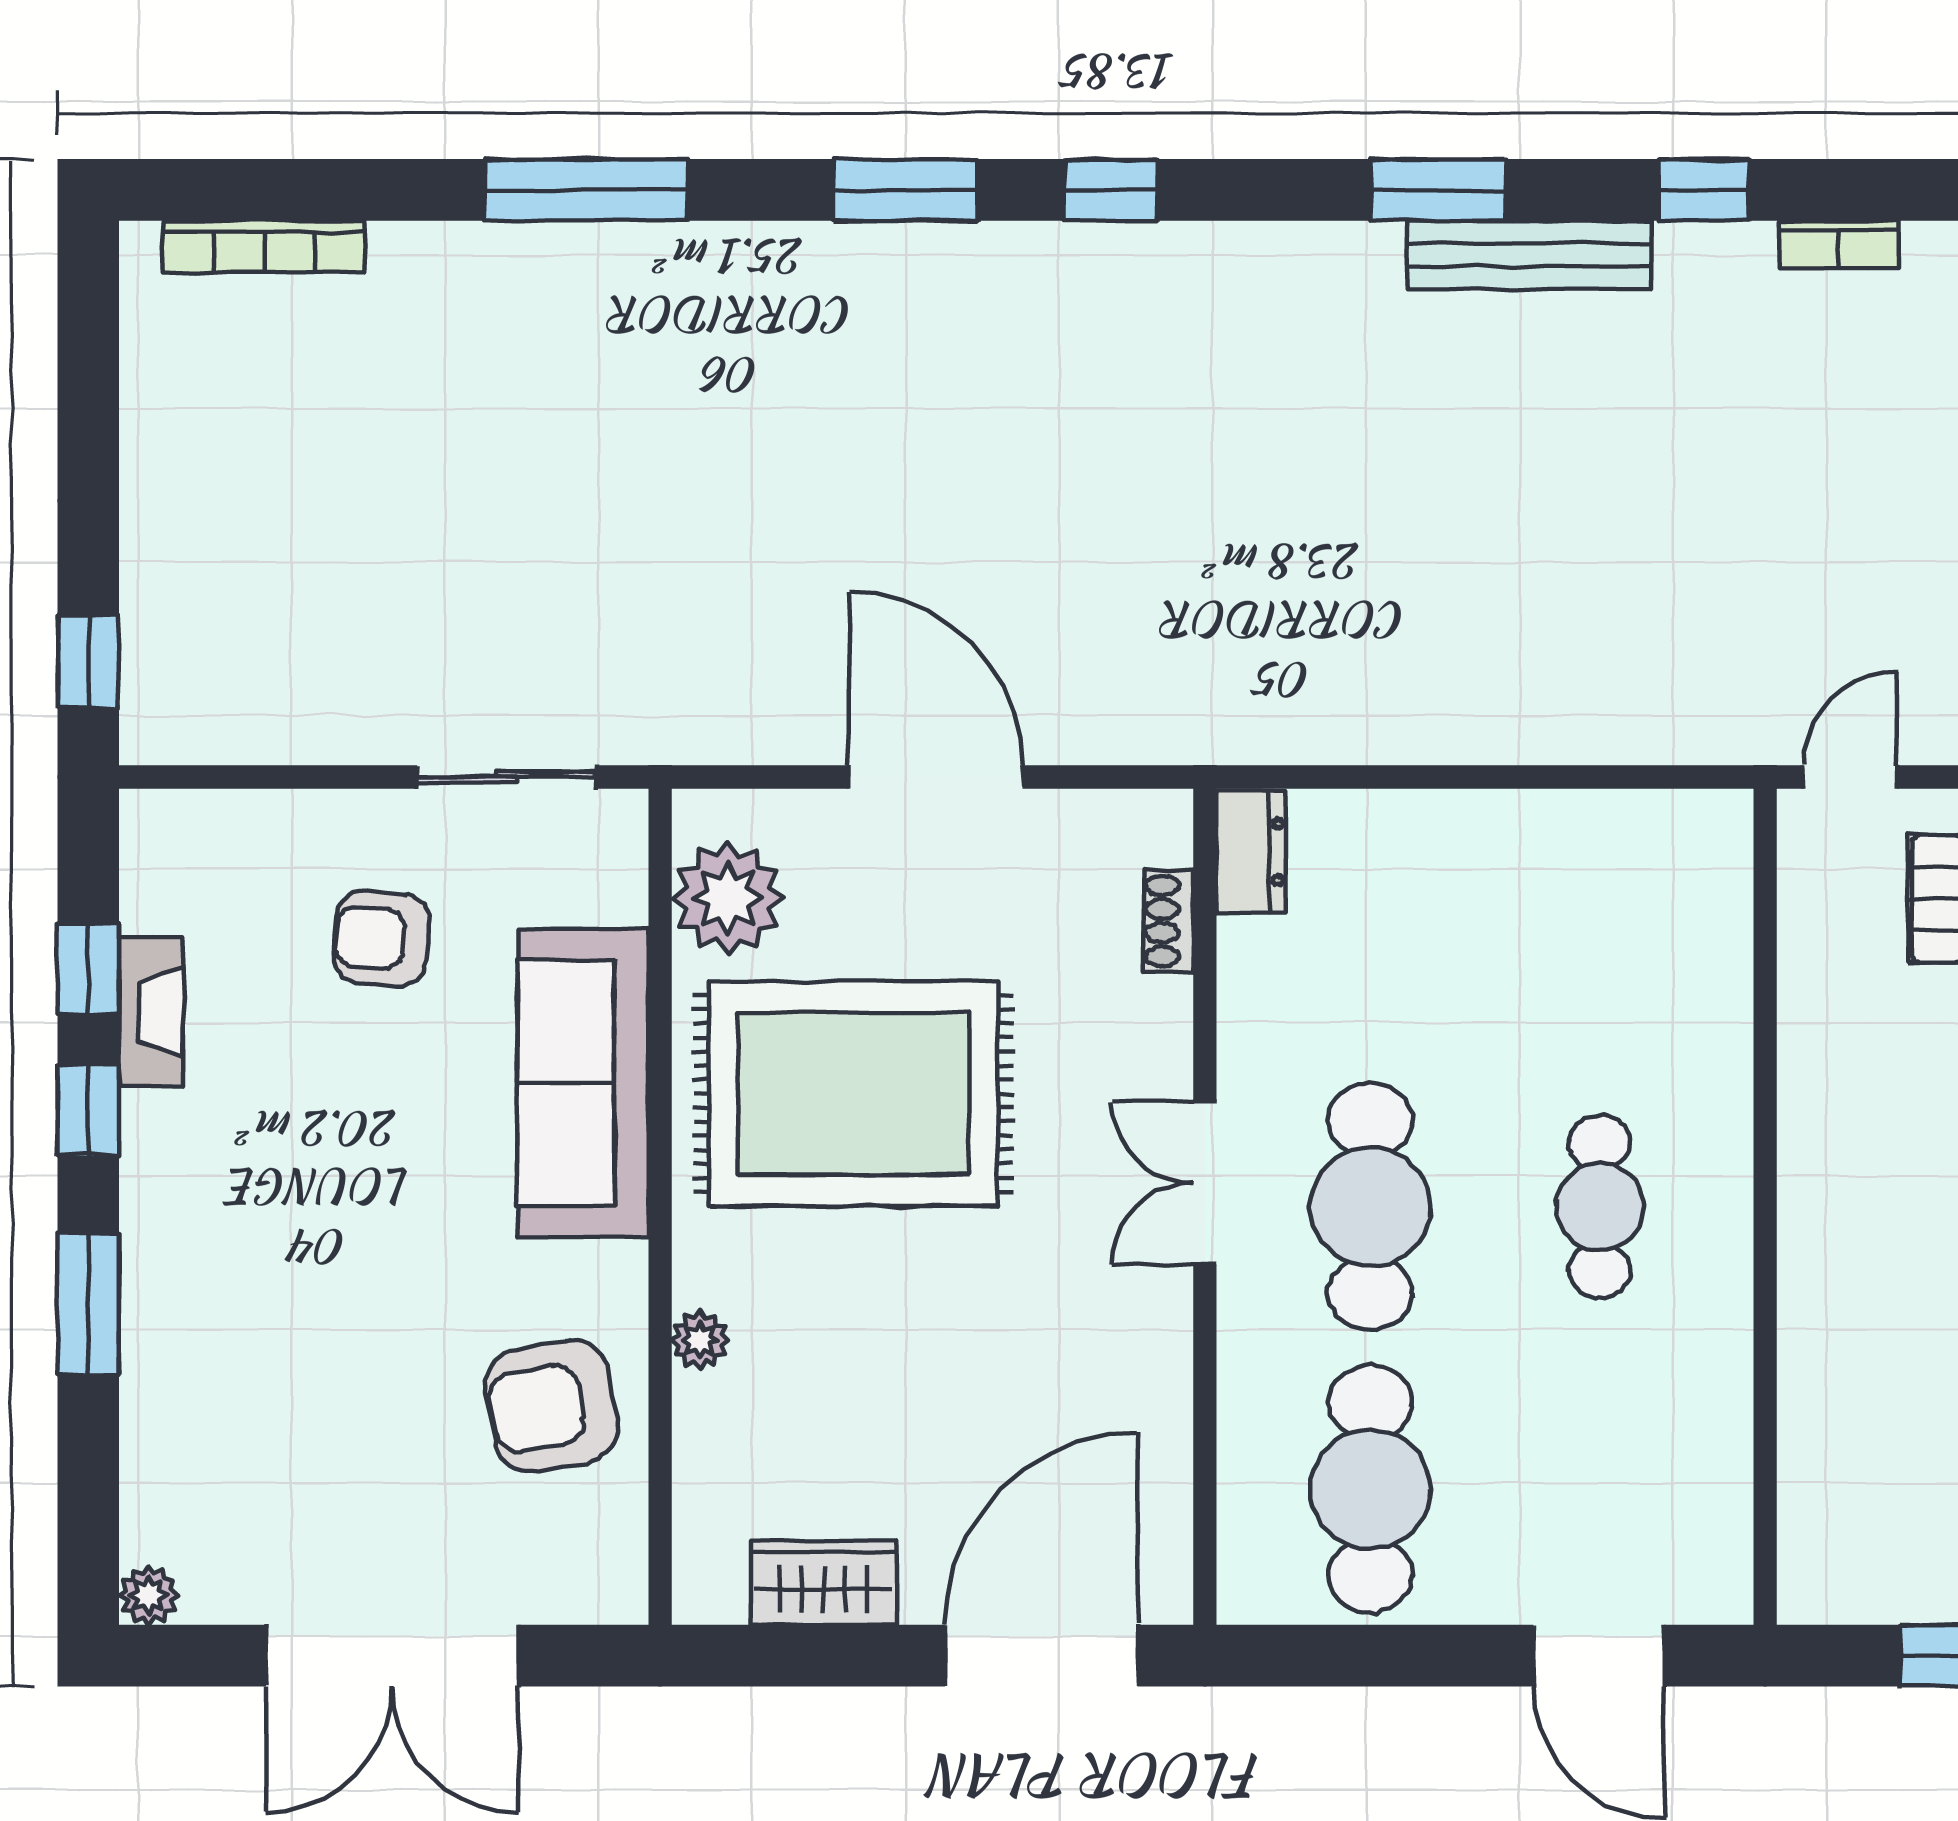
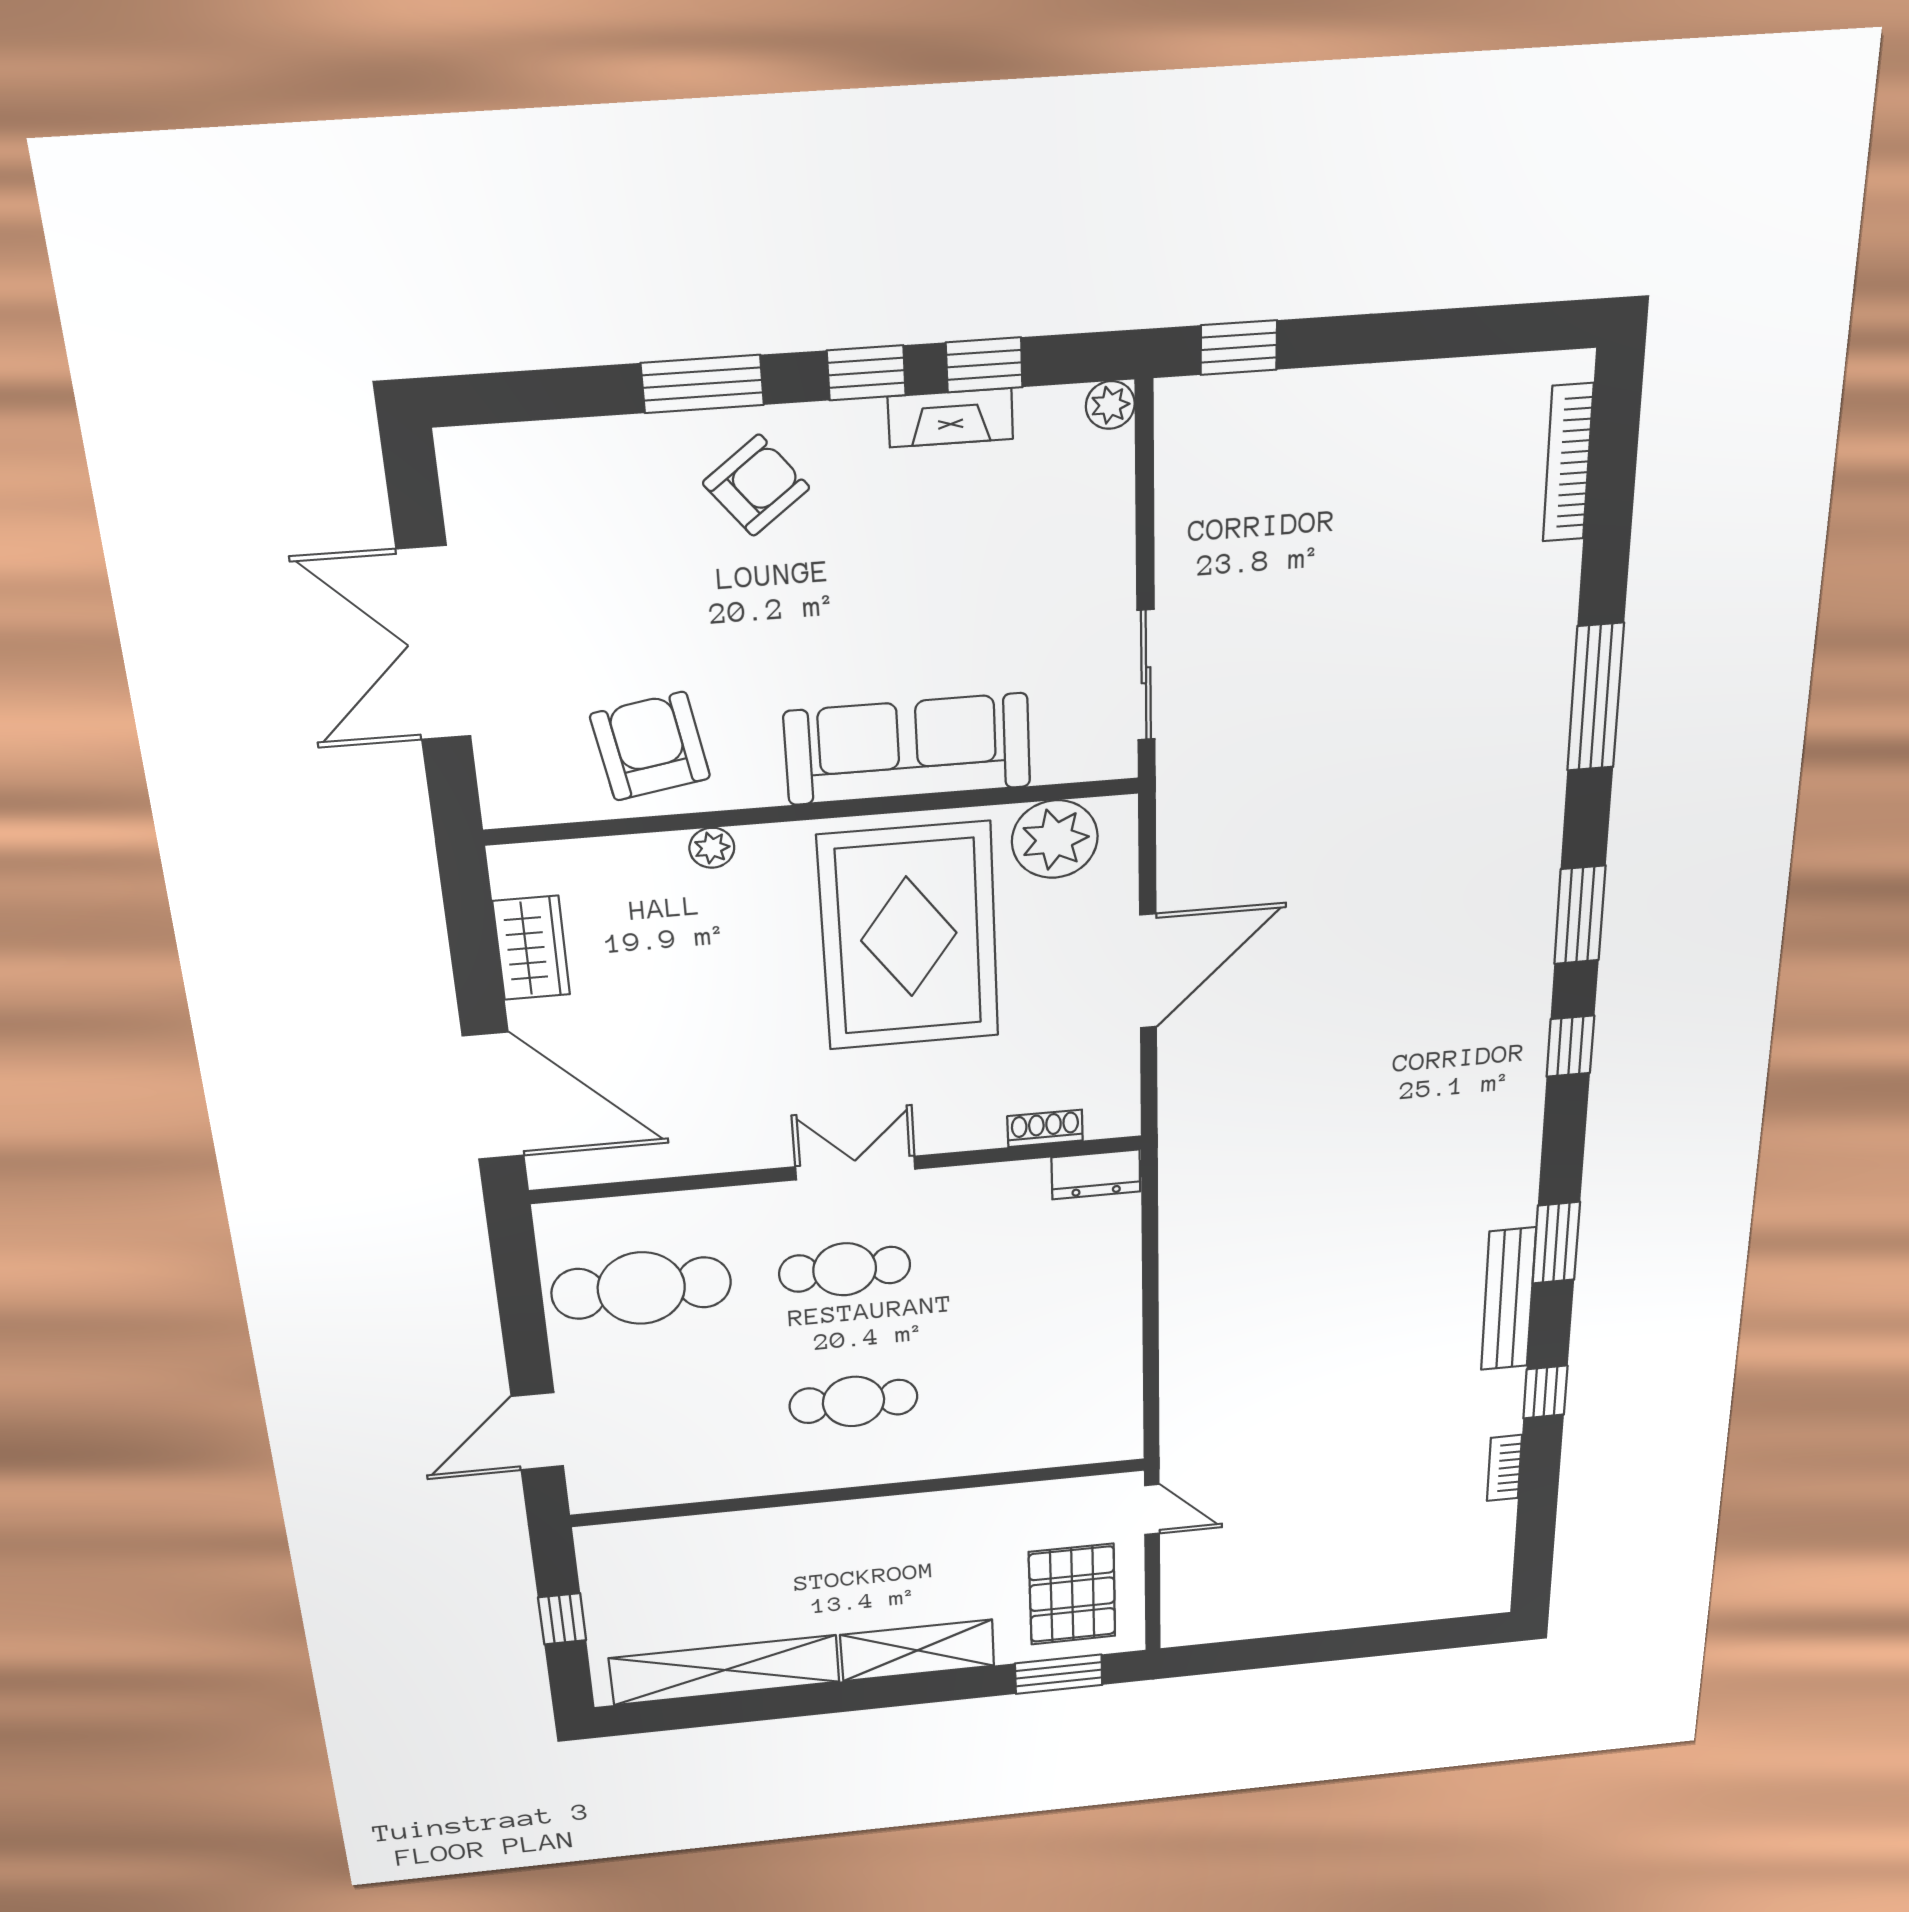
armchair: (381, 939) -> (756, 485), moved, turned 47
cafe table: (1370, 1207) -> (845, 1269), width x0.73, depth x0.74
plant: (149, 1595) -> (1110, 405), moved

